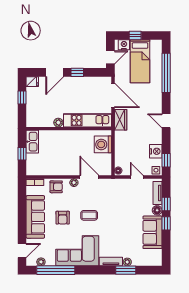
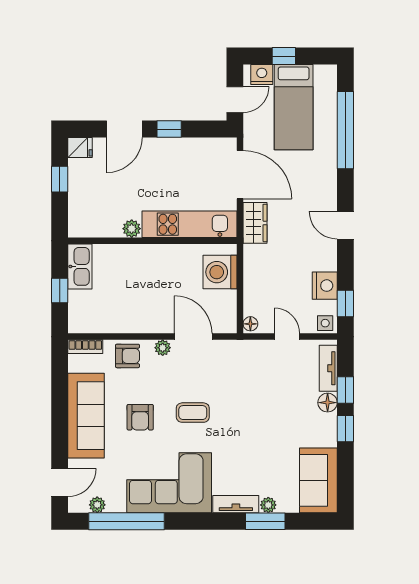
sofa: (152, 232) -> (318, 480), moved

